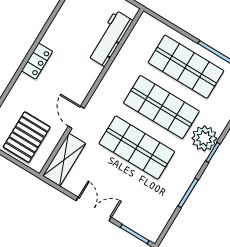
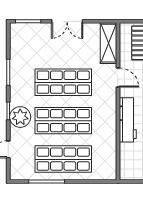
workbench: (110, 38) -> (128, 120), moved

